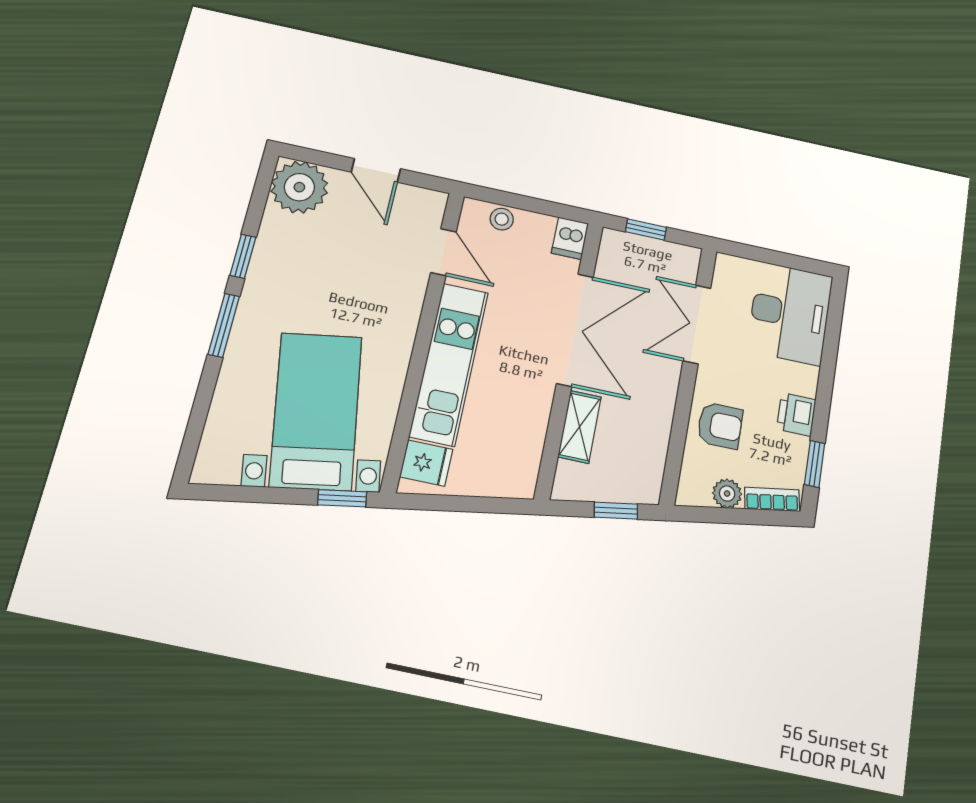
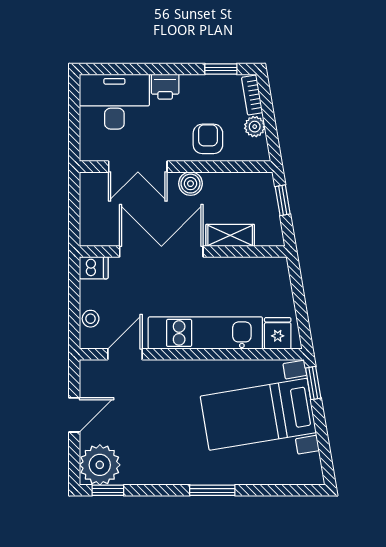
window: (646, 229) -> (74, 215), removed
window: (243, 256) -> (108, 490), moved
boiler: (662, 389) -> (190, 184), added
printer: (796, 414) -> (165, 87), moved

